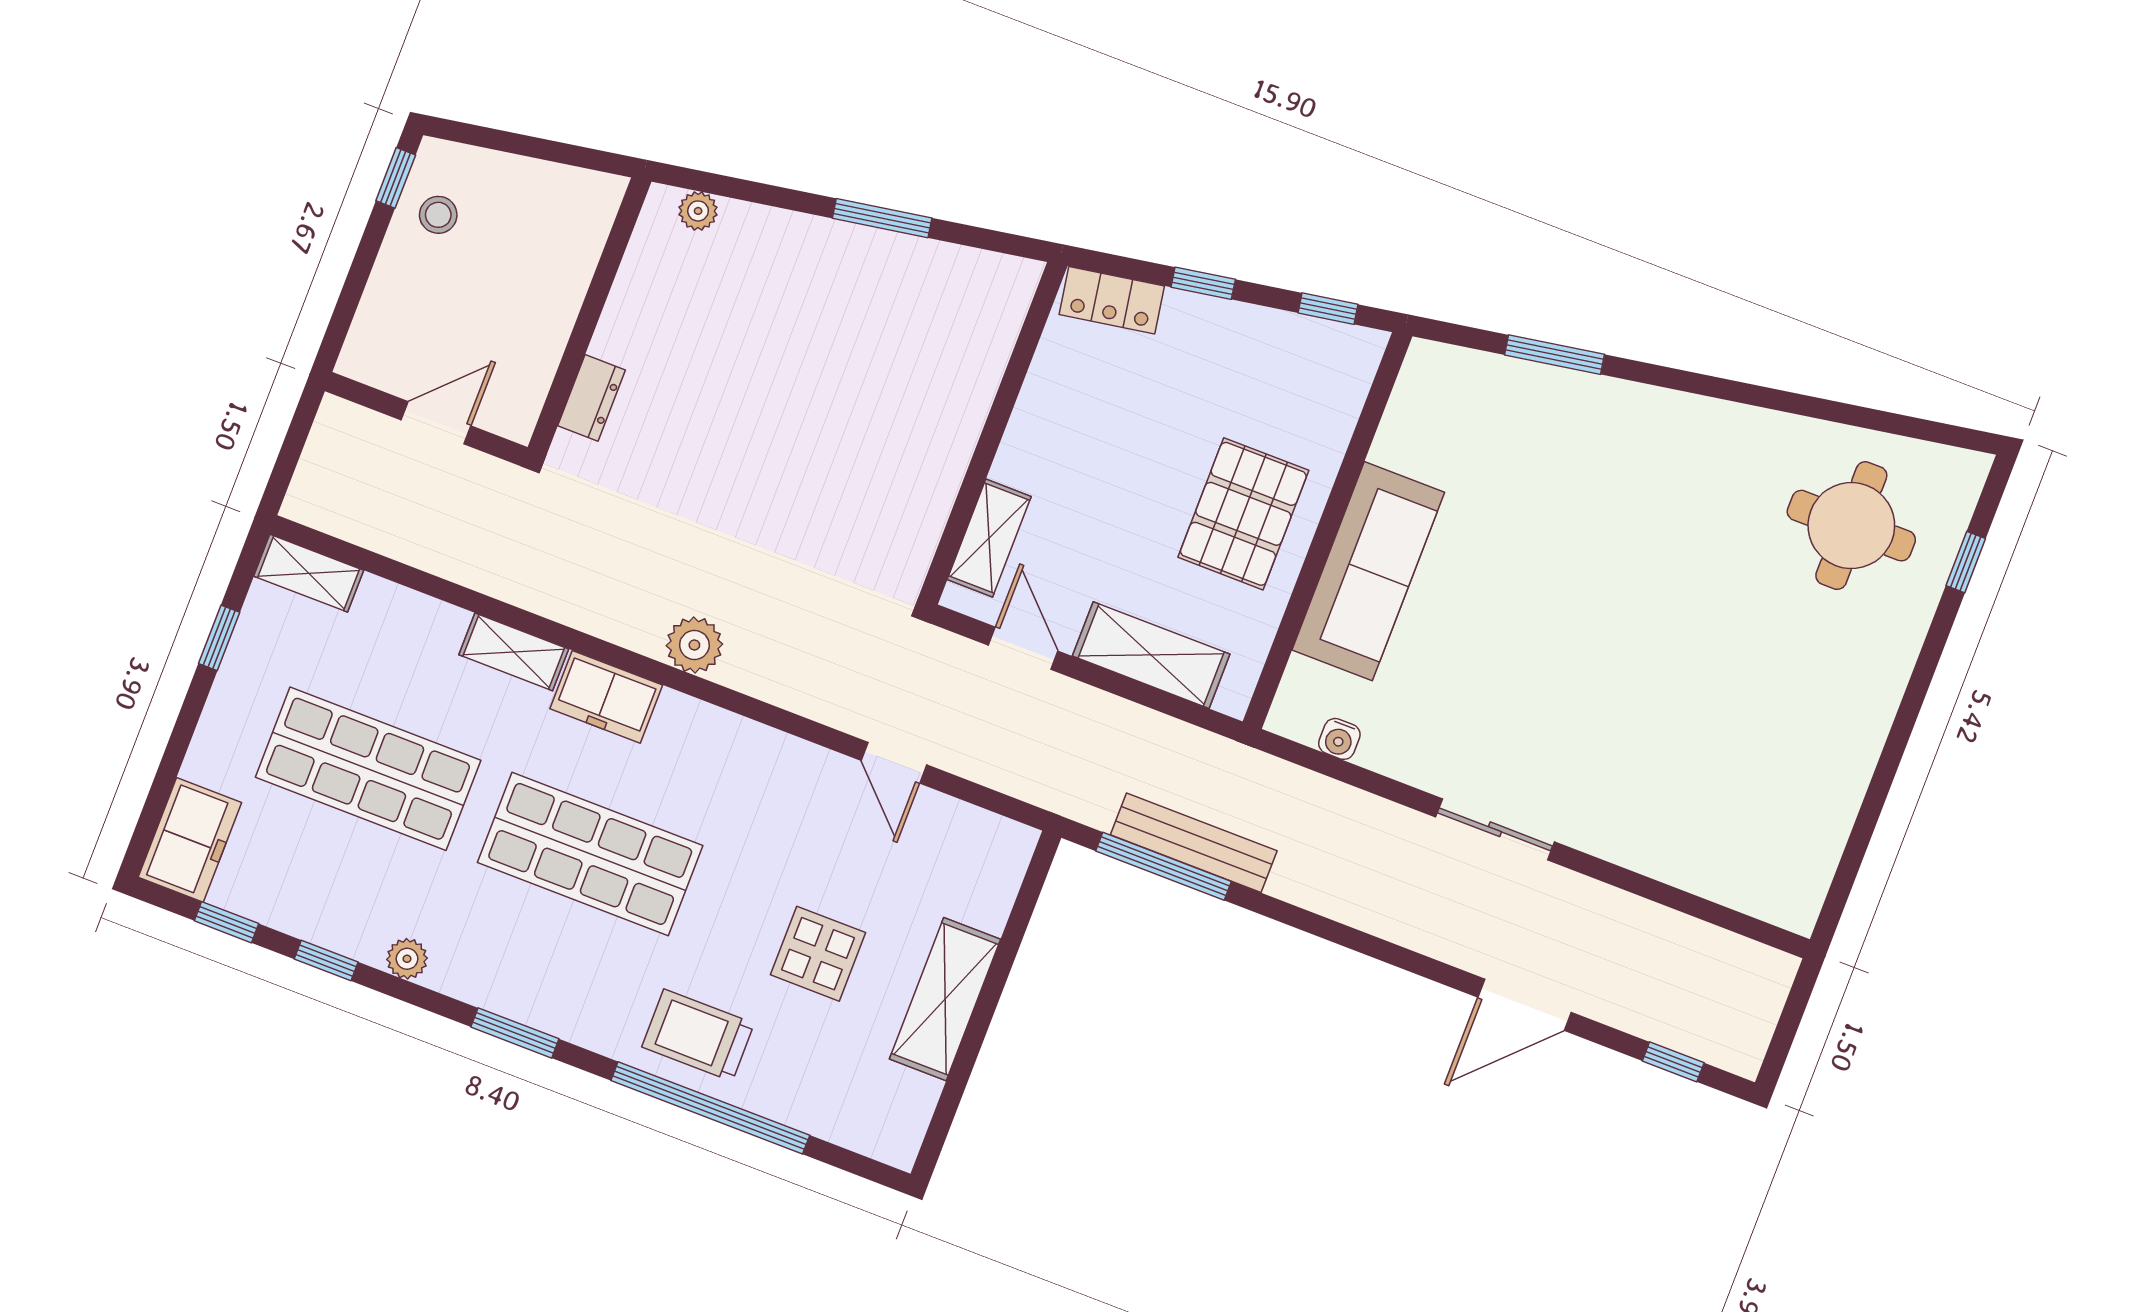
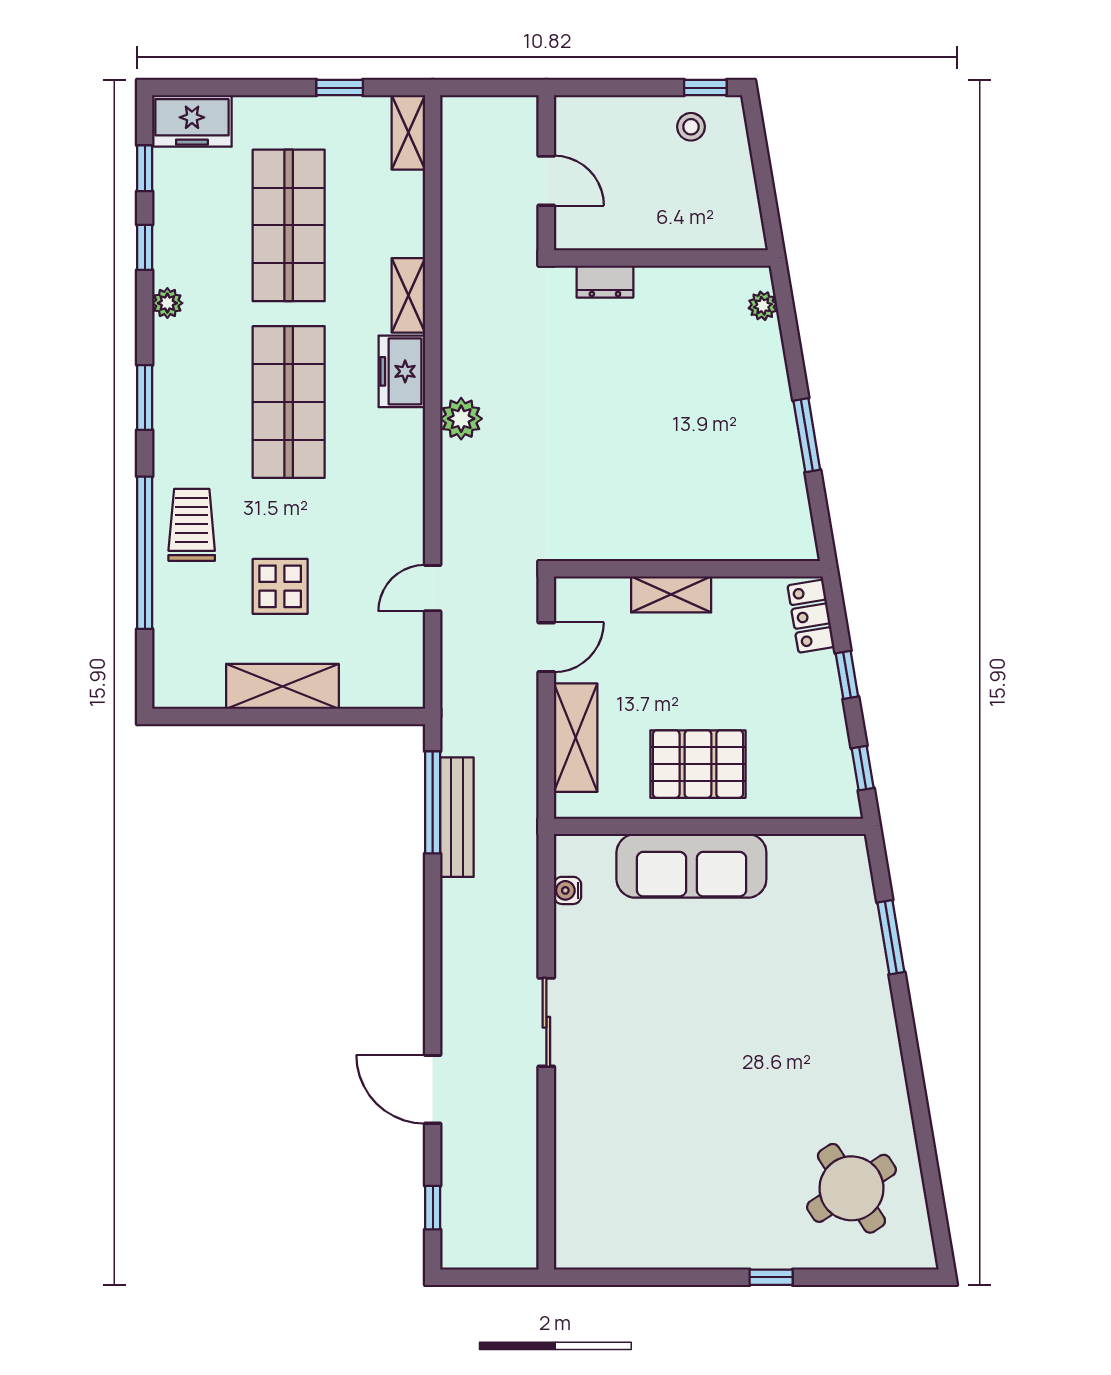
round table: (1851, 526) -> (851, 1188), turned -33
shelving: (989, 538) -> (671, 594), moved
window: (1966, 562) -> (771, 1277), moved

